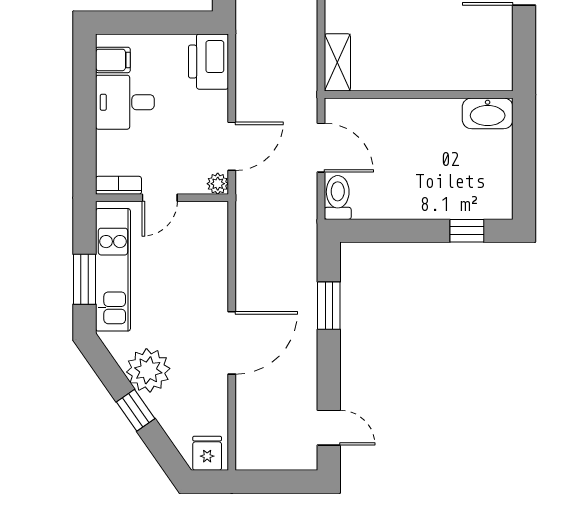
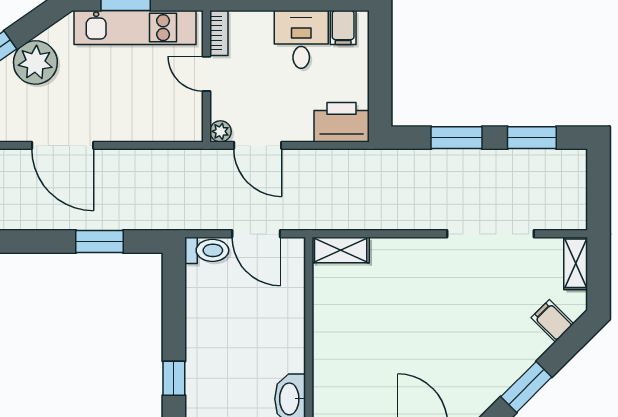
door: (321, 148) -> (256, 234), hinge flipped

